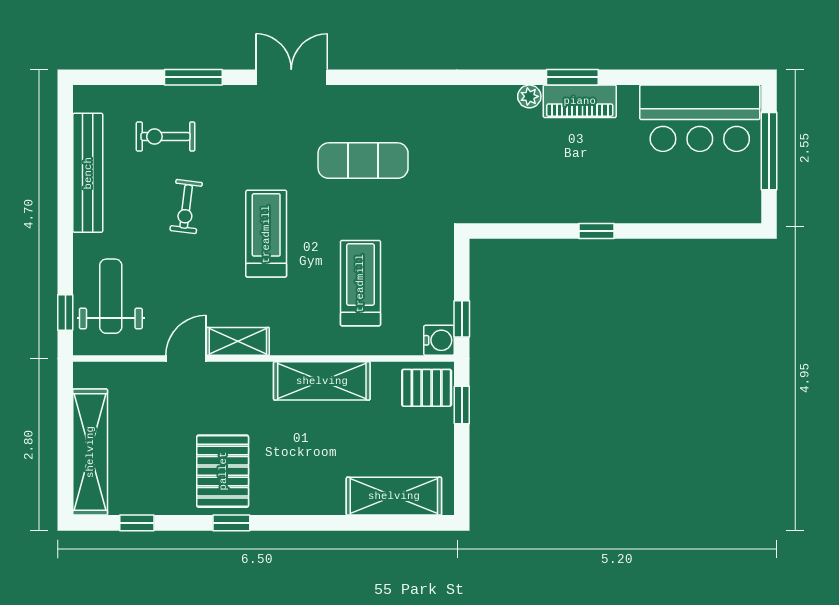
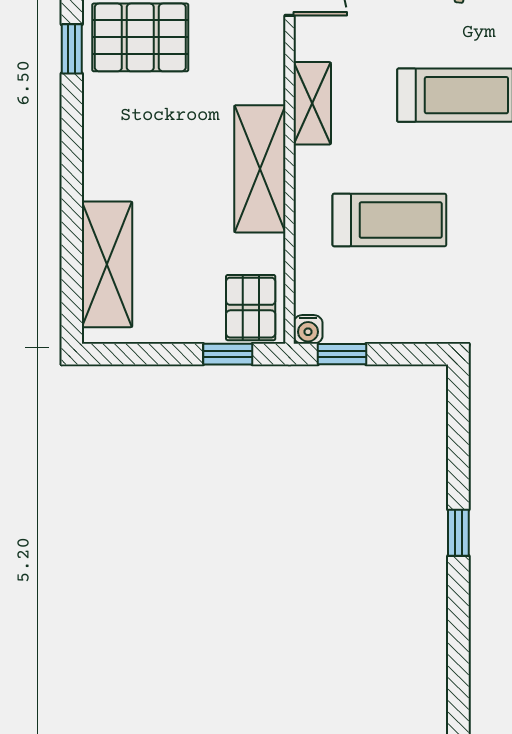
water cooler: (439, 340) -> (308, 329), width x0.72, depth x0.72
shelving: (238, 341) -> (312, 103), moved

